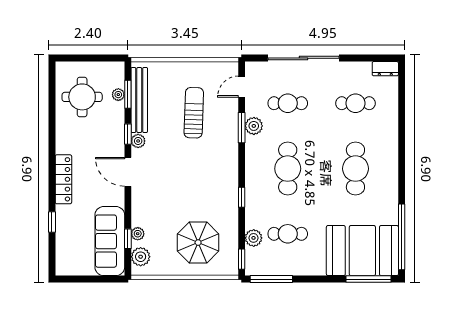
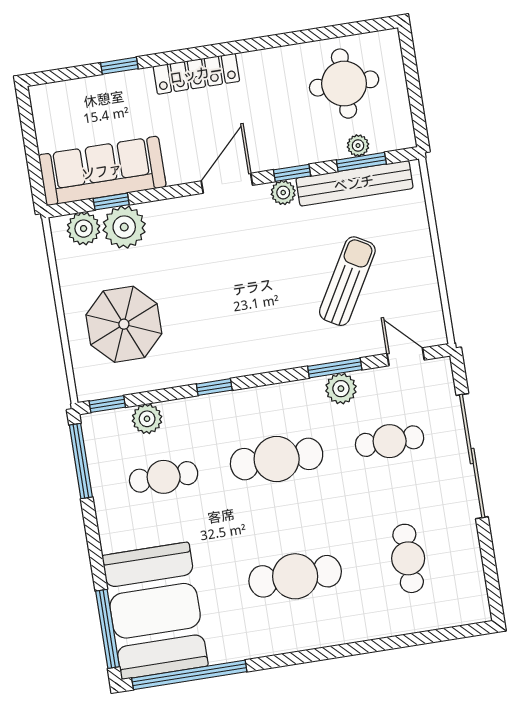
dresser: (385, 69) -> (476, 600), removed
cafe table: (288, 103) -> (390, 441), turned 90
sun lounger: (194, 113) -> (347, 281), turned -62
plant: (138, 234) -> (124, 227), width x1.87, depth x1.87
cafe table: (288, 234) -> (164, 477), turned 90

